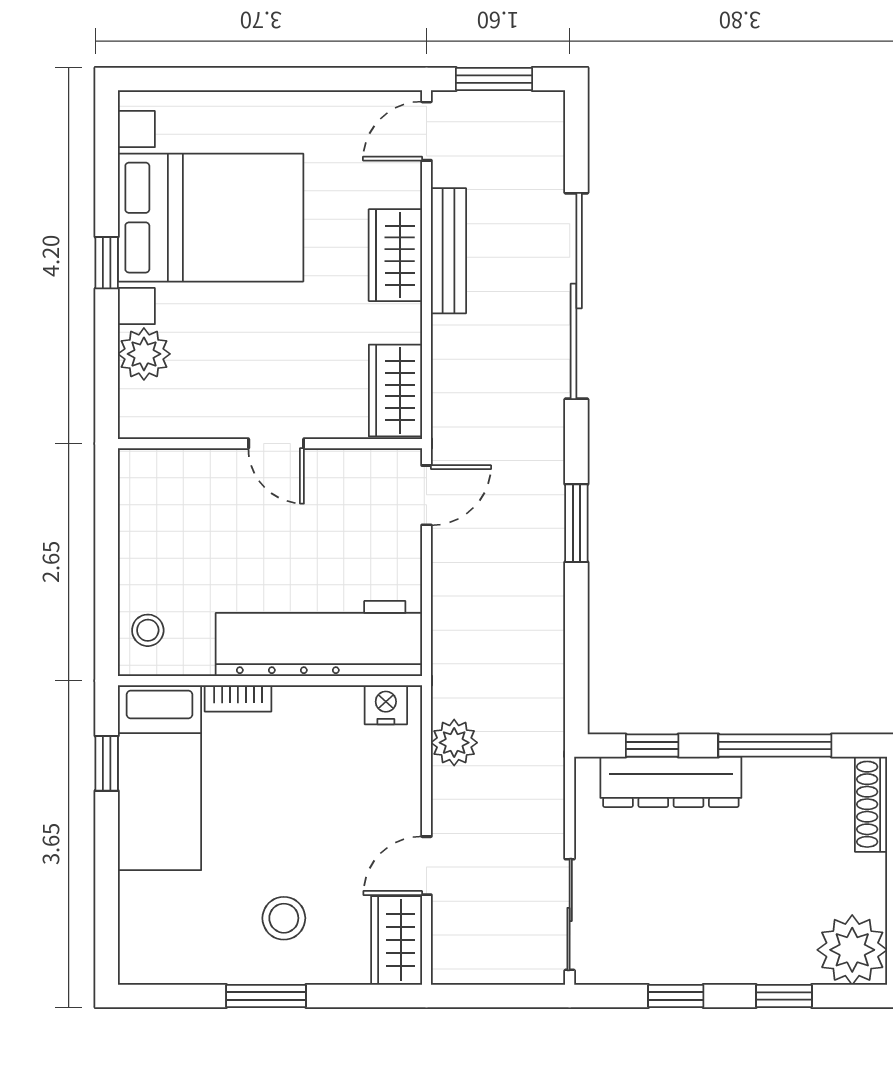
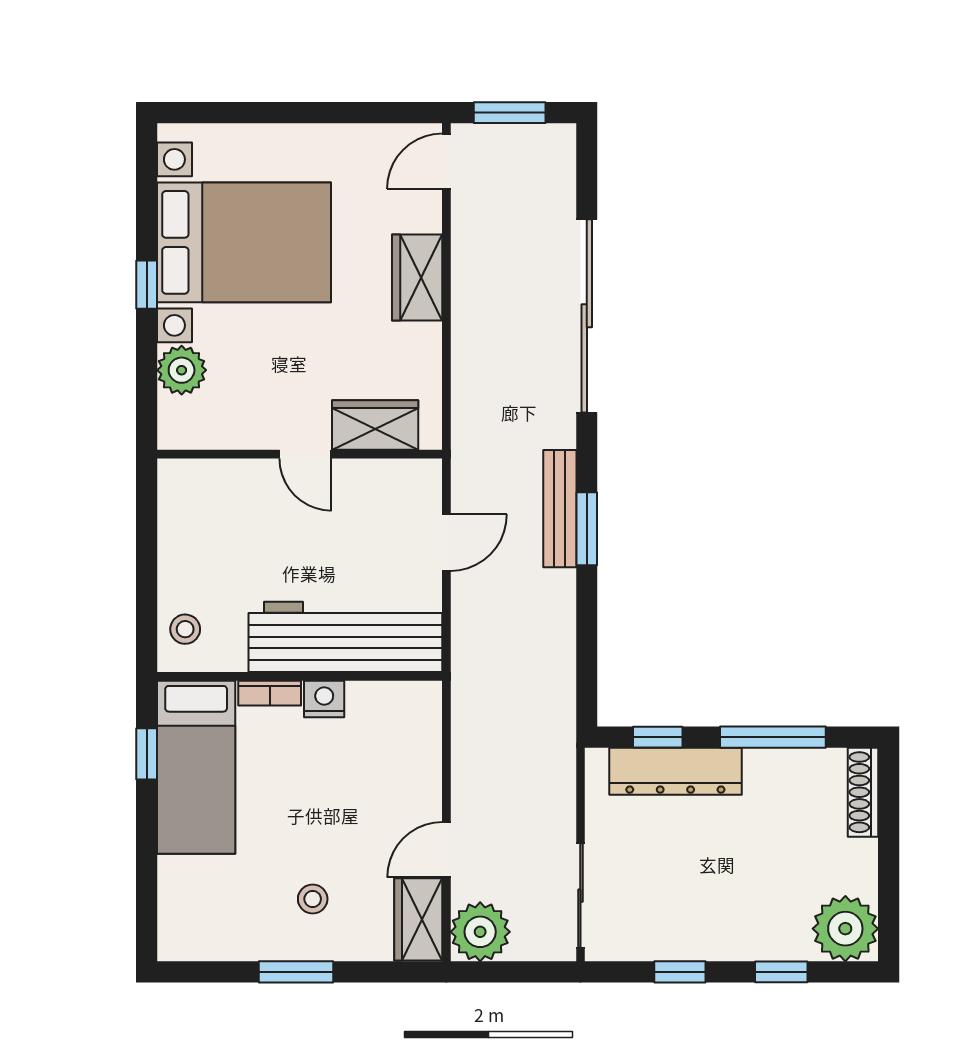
bench: (449, 251) -> (560, 509), moved
wardrobe: (395, 390) -> (375, 425), moved, turned 90
door: (426, 495) -> (446, 543), moved
nightstand: (386, 705) -> (324, 699), moved
plant: (454, 743) -> (480, 932), moved, width x1.36, depth x1.36
stool: (284, 918) -> (313, 899), width x0.73, depth x0.73

